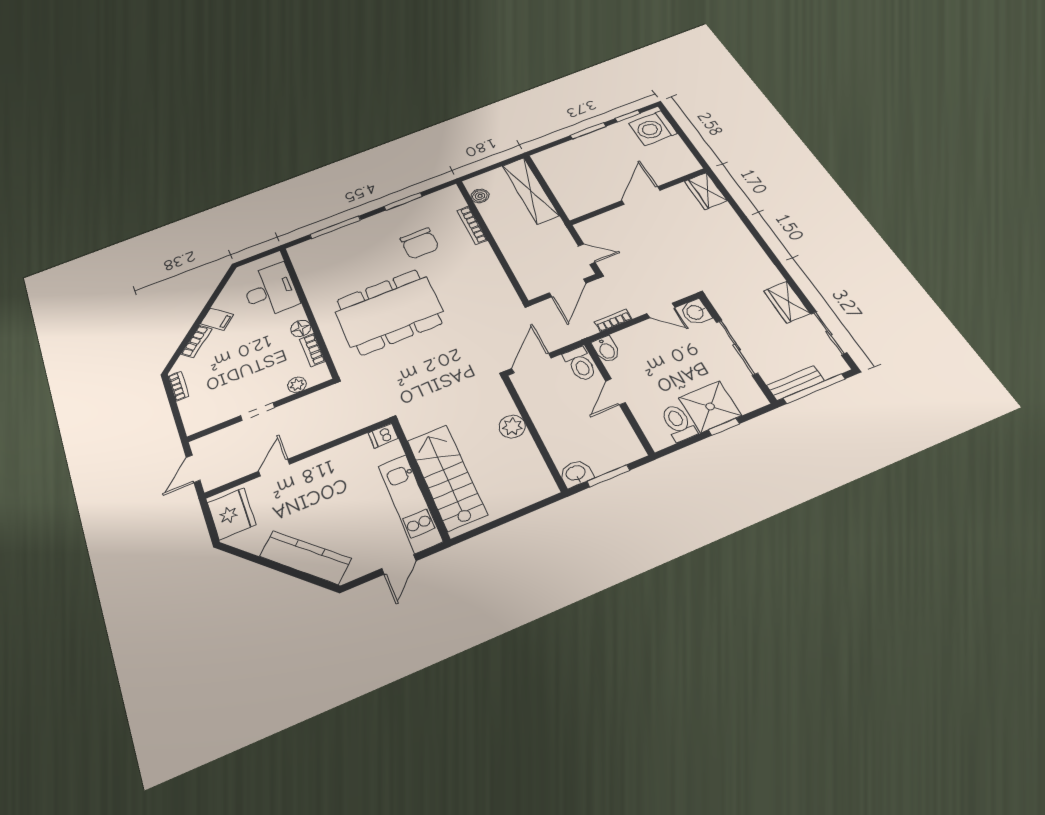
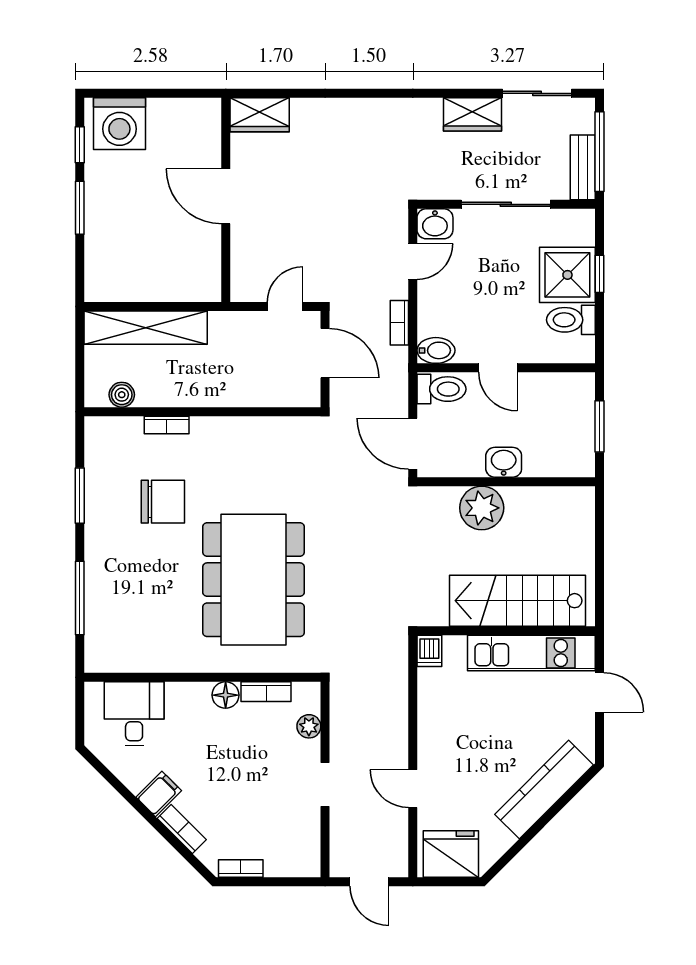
bookcase: (472, 225) -> (167, 425), width x0.64
desk: (270, 290) -> (134, 714), width x0.73
plant: (512, 427) -> (482, 508), width x1.36, depth x1.36
washbasin: (576, 473) -> (504, 462), moved, turned 90

